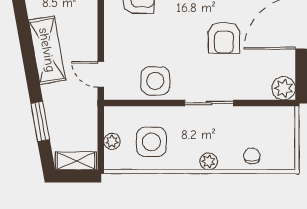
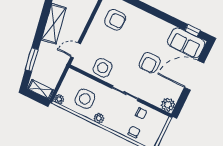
door: (101, 74) -> (76, 50), hinge flipped
chair: (249, 122) -> (141, 113), added
plant: (112, 141) -> (59, 99), moved
plant: (209, 161) -> (99, 118), moved

